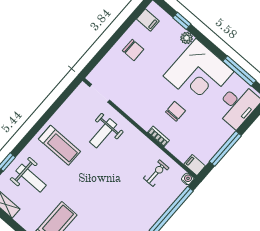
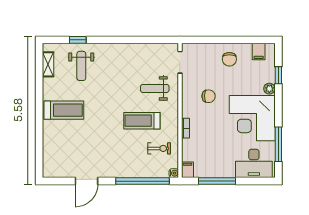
chair: (175, 111) -> (209, 96), moved
treadmill: (59, 145) -> (142, 121), moved, turned 90

